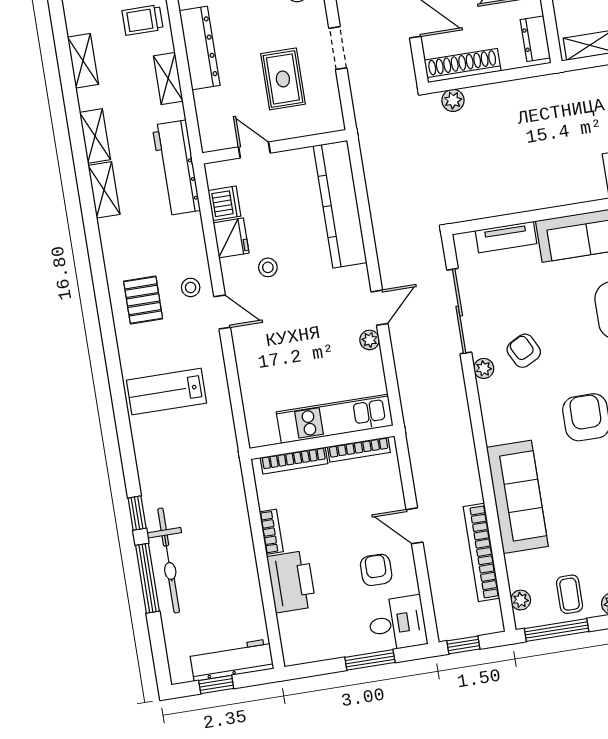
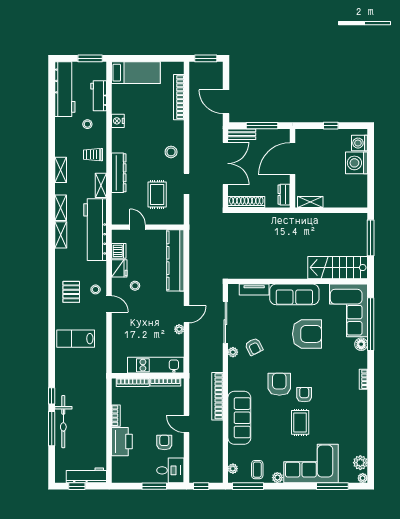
plant: (453, 100) -> (239, 218), removed
workbench: (176, 168) -> (95, 230), width x1.36, depth x1.32
armchair: (524, 351) -> (254, 347), turned 180
bookcase: (481, 552) -> (217, 396), moved

